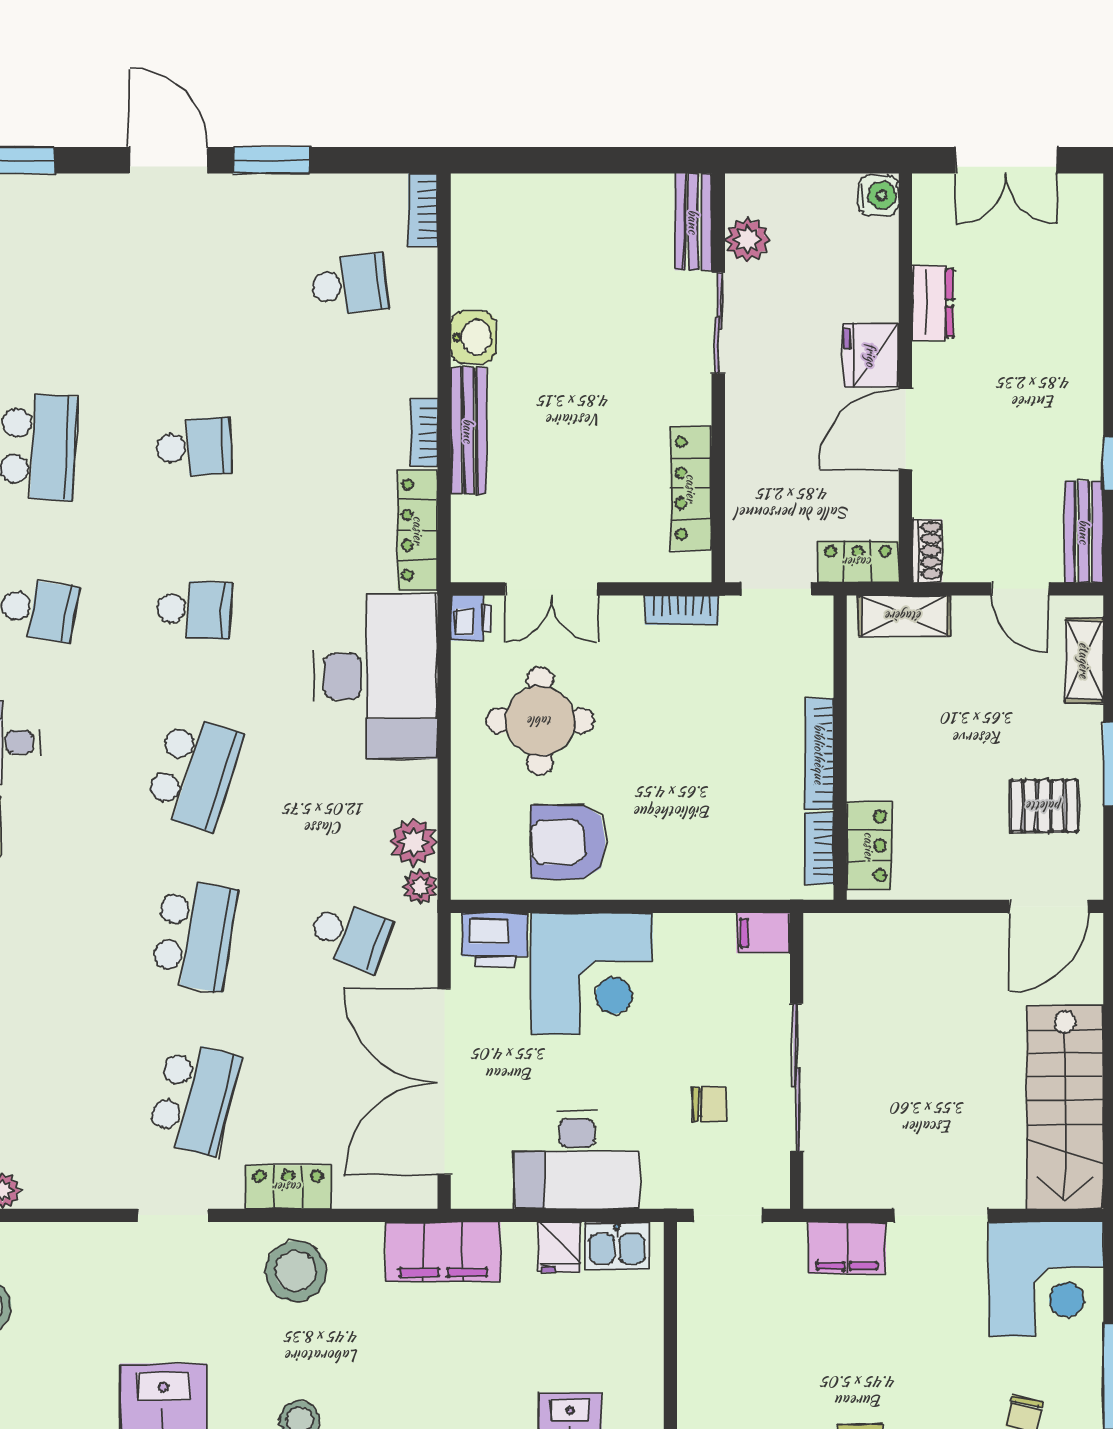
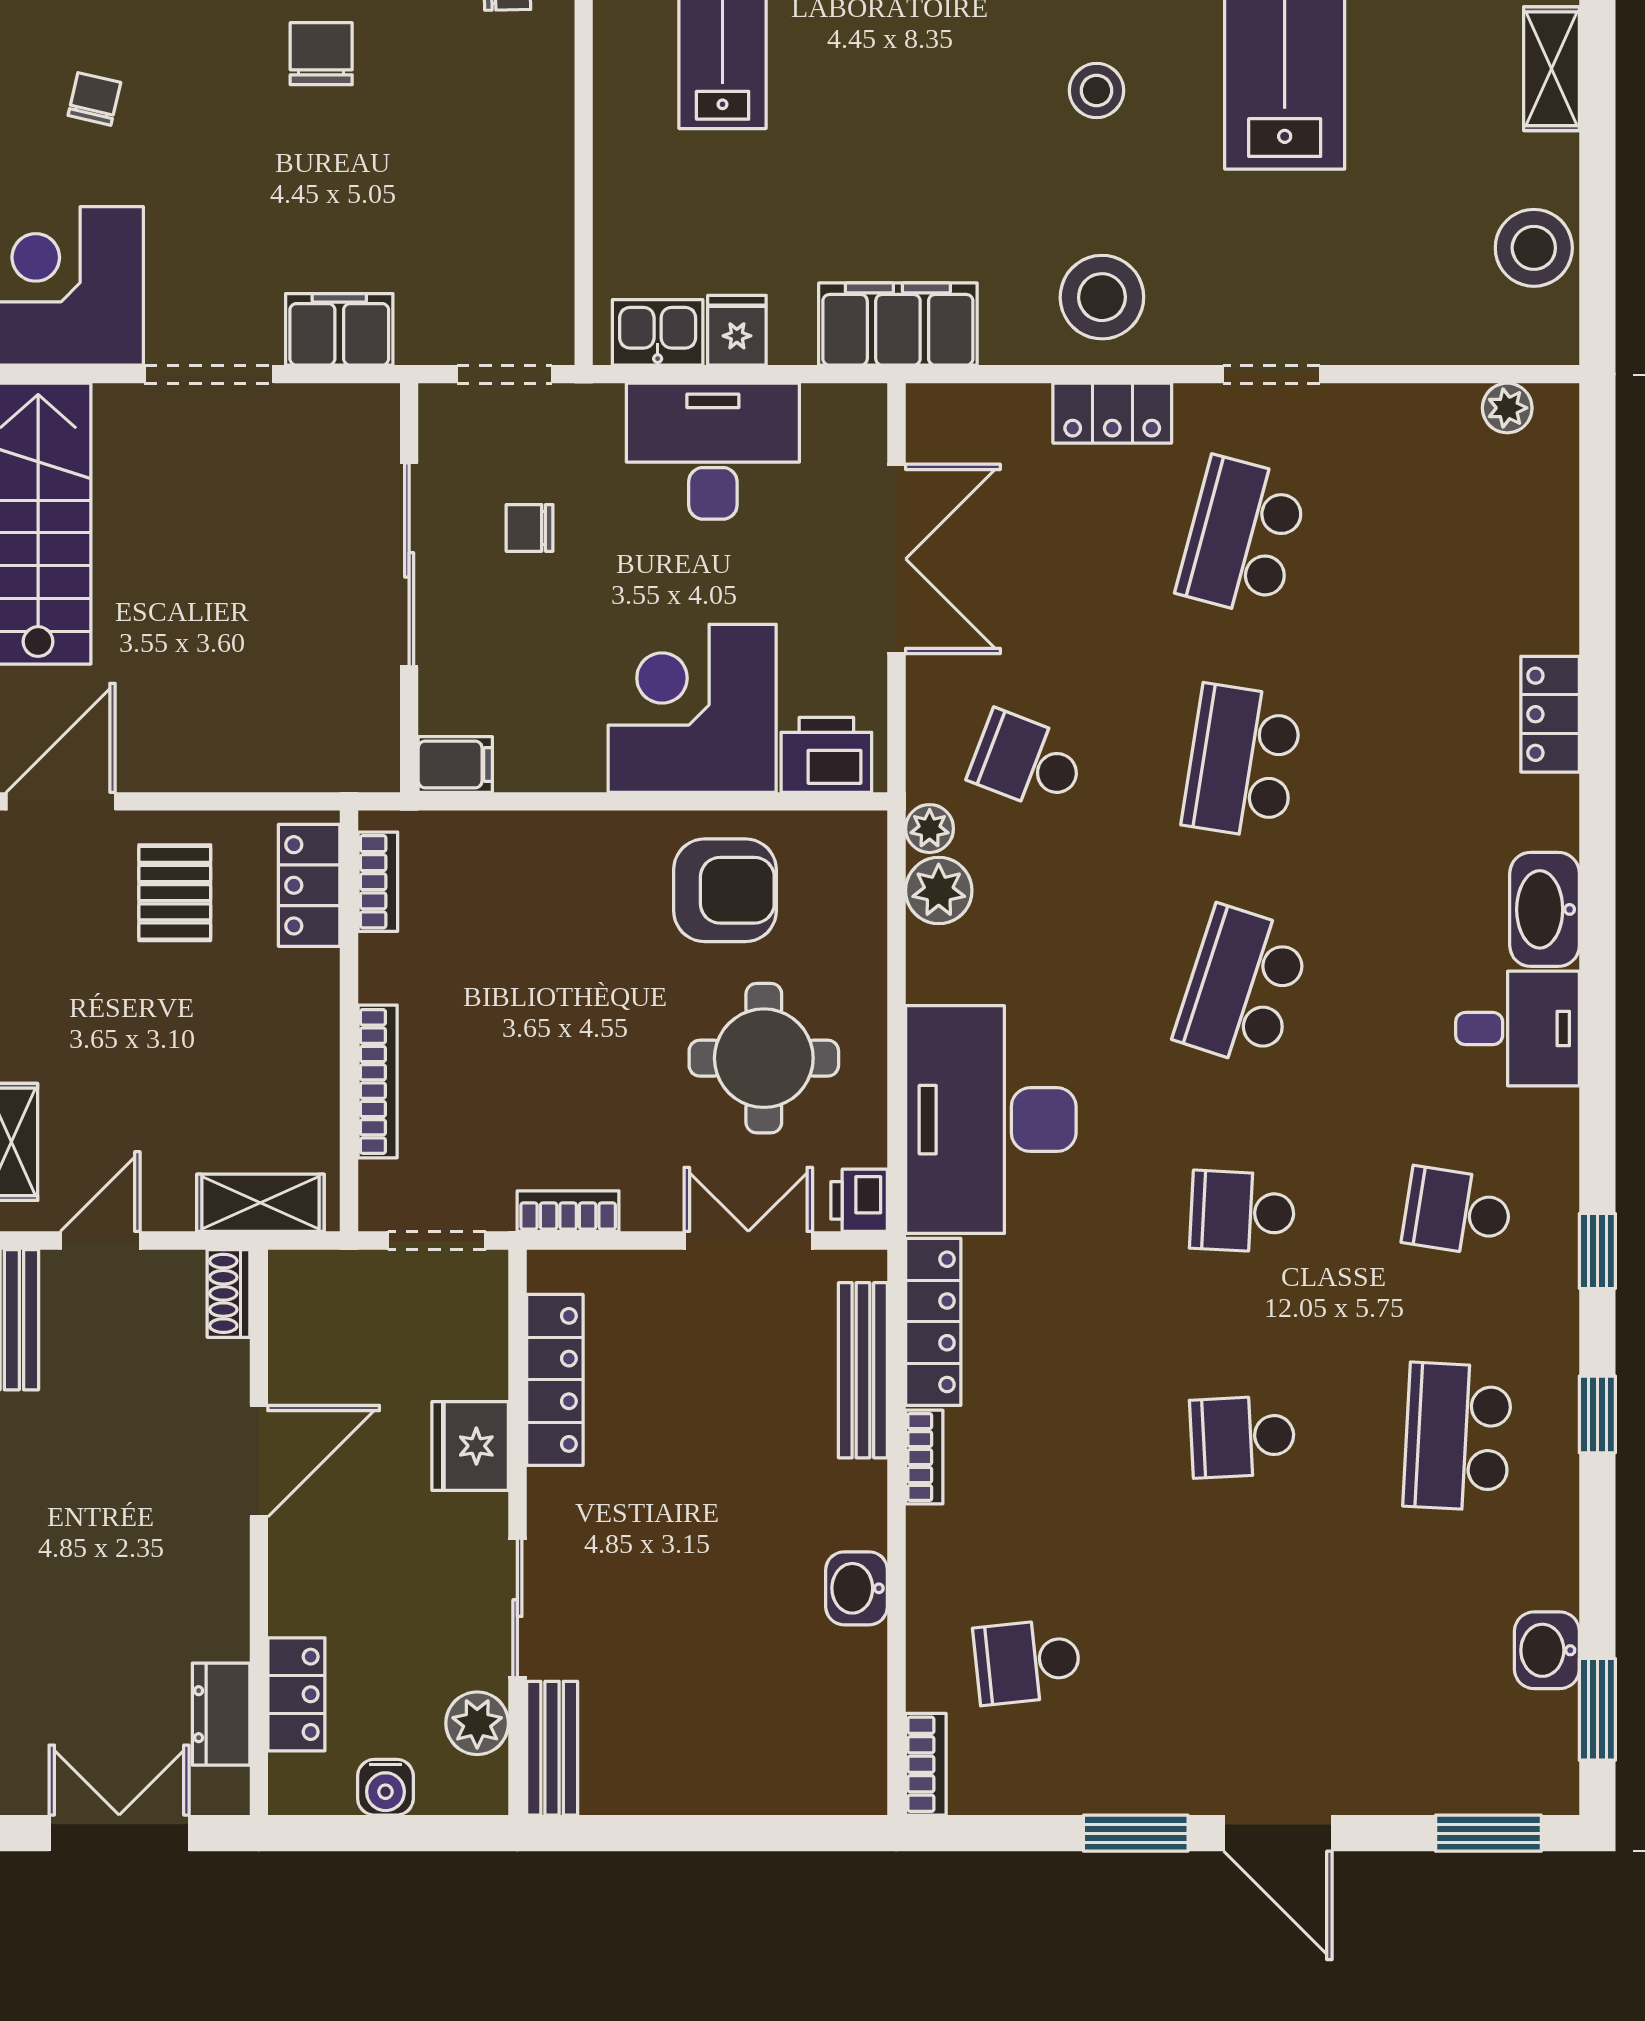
water cooler: (879, 195) -> (385, 1787), moved, turned -90
dresser: (933, 303) -> (221, 1714), moved
fridge: (871, 355) -> (470, 1446), moved, turned 180
bench: (468, 431) -> (863, 1370), moved
locker: (858, 562) -> (296, 1694), moved, turned -90
door: (1020, 589) -> (100, 1241), hinge flipped
bookcase: (819, 754) -> (378, 1081), moved
pallet: (1044, 806) -> (175, 893), moved, turned 90
double door: (444, 1082) -> (897, 559), width x0.73

